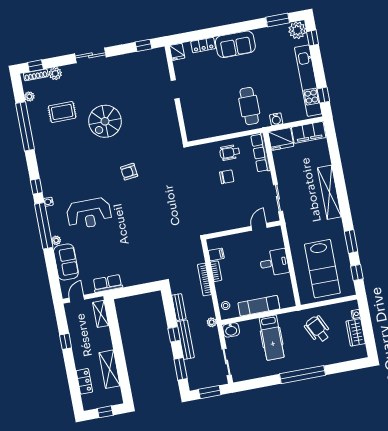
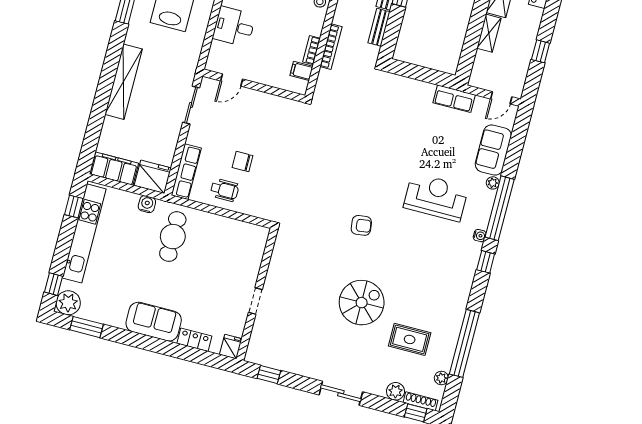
shelving: (101, 314) -> (489, 33), moved

